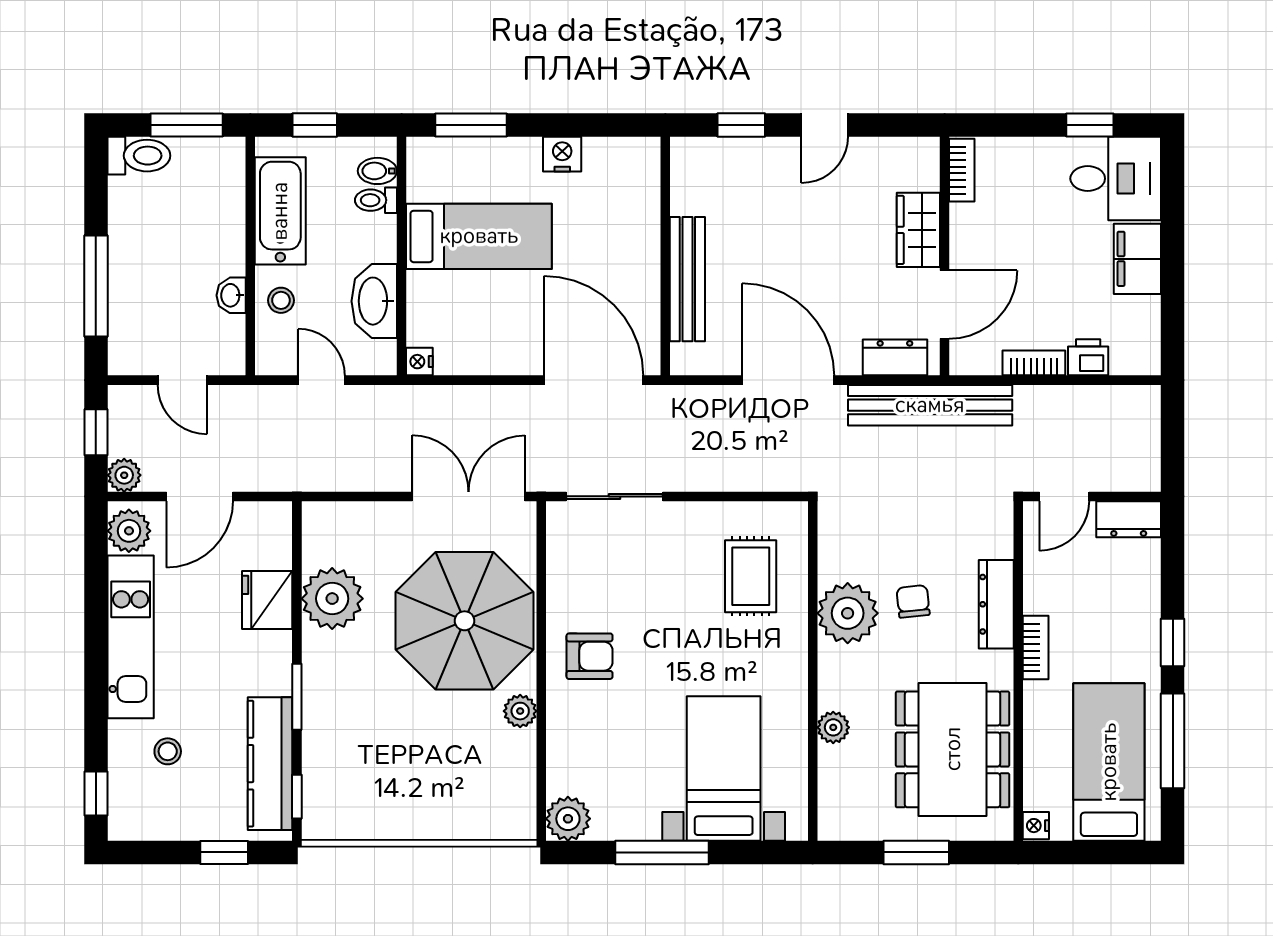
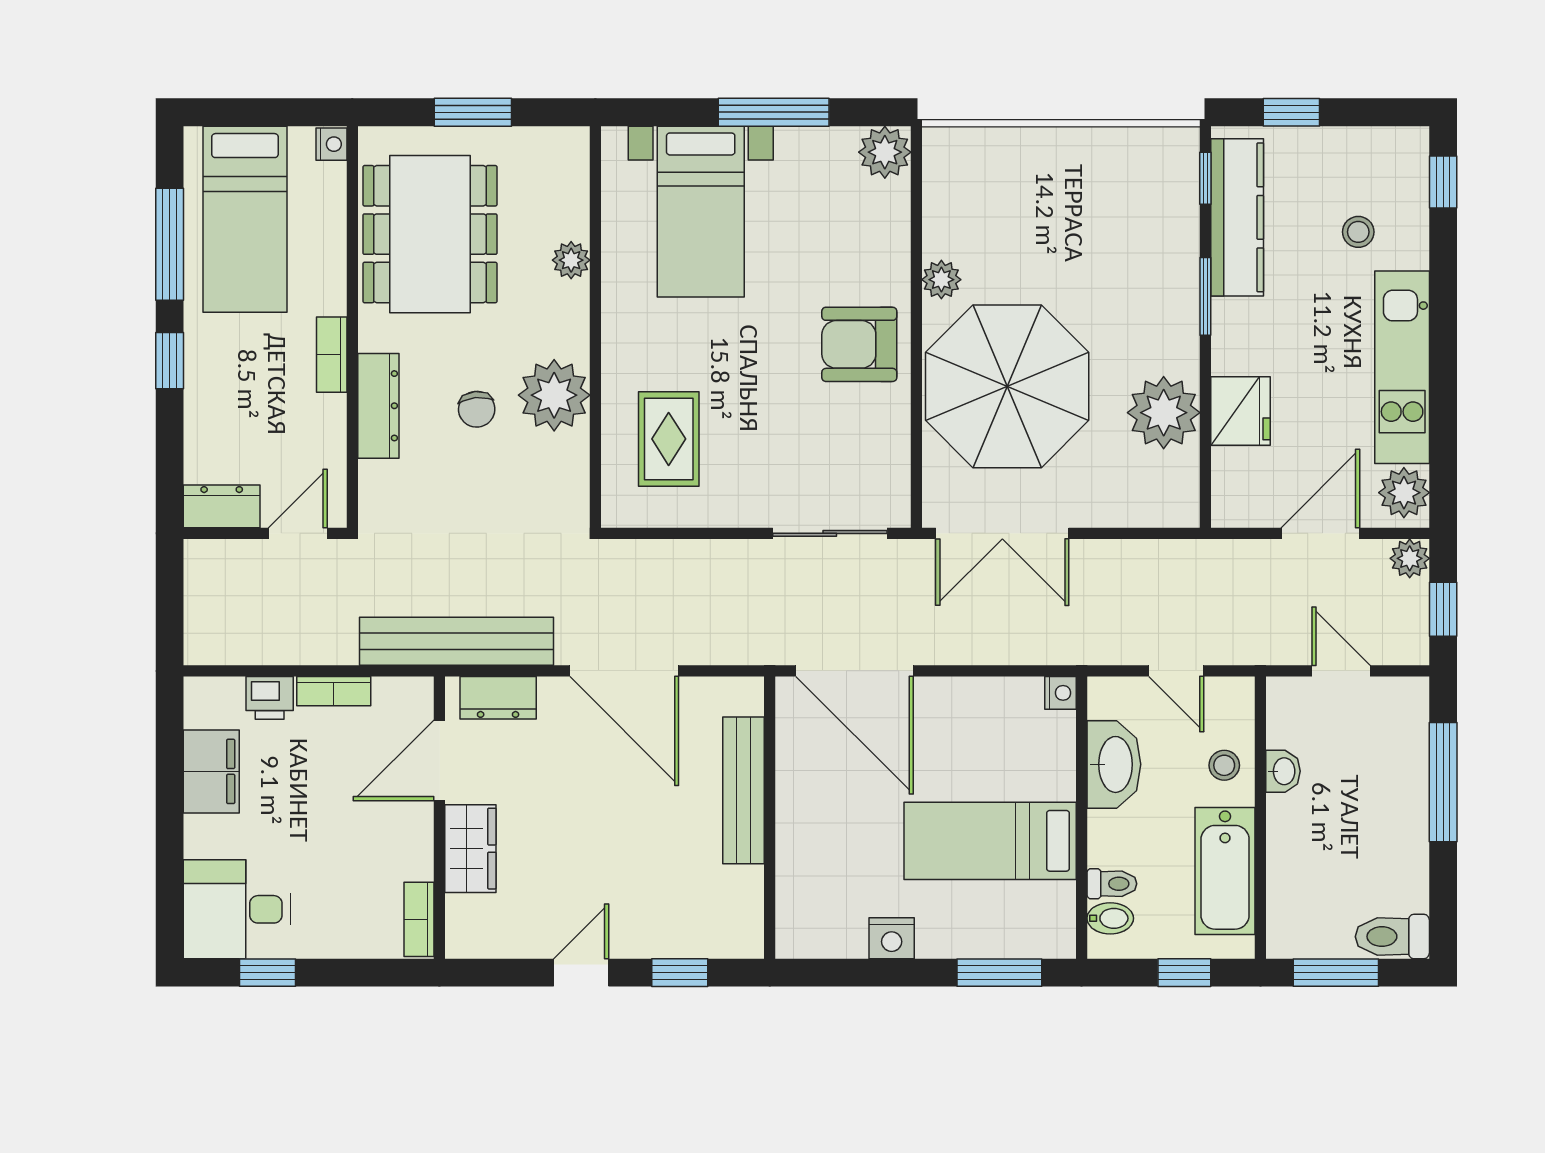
filing cabinet: (1137, 259) -> (211, 771), moved
armchair: (590, 656) -> (859, 344), width x1.38, depth x1.38

